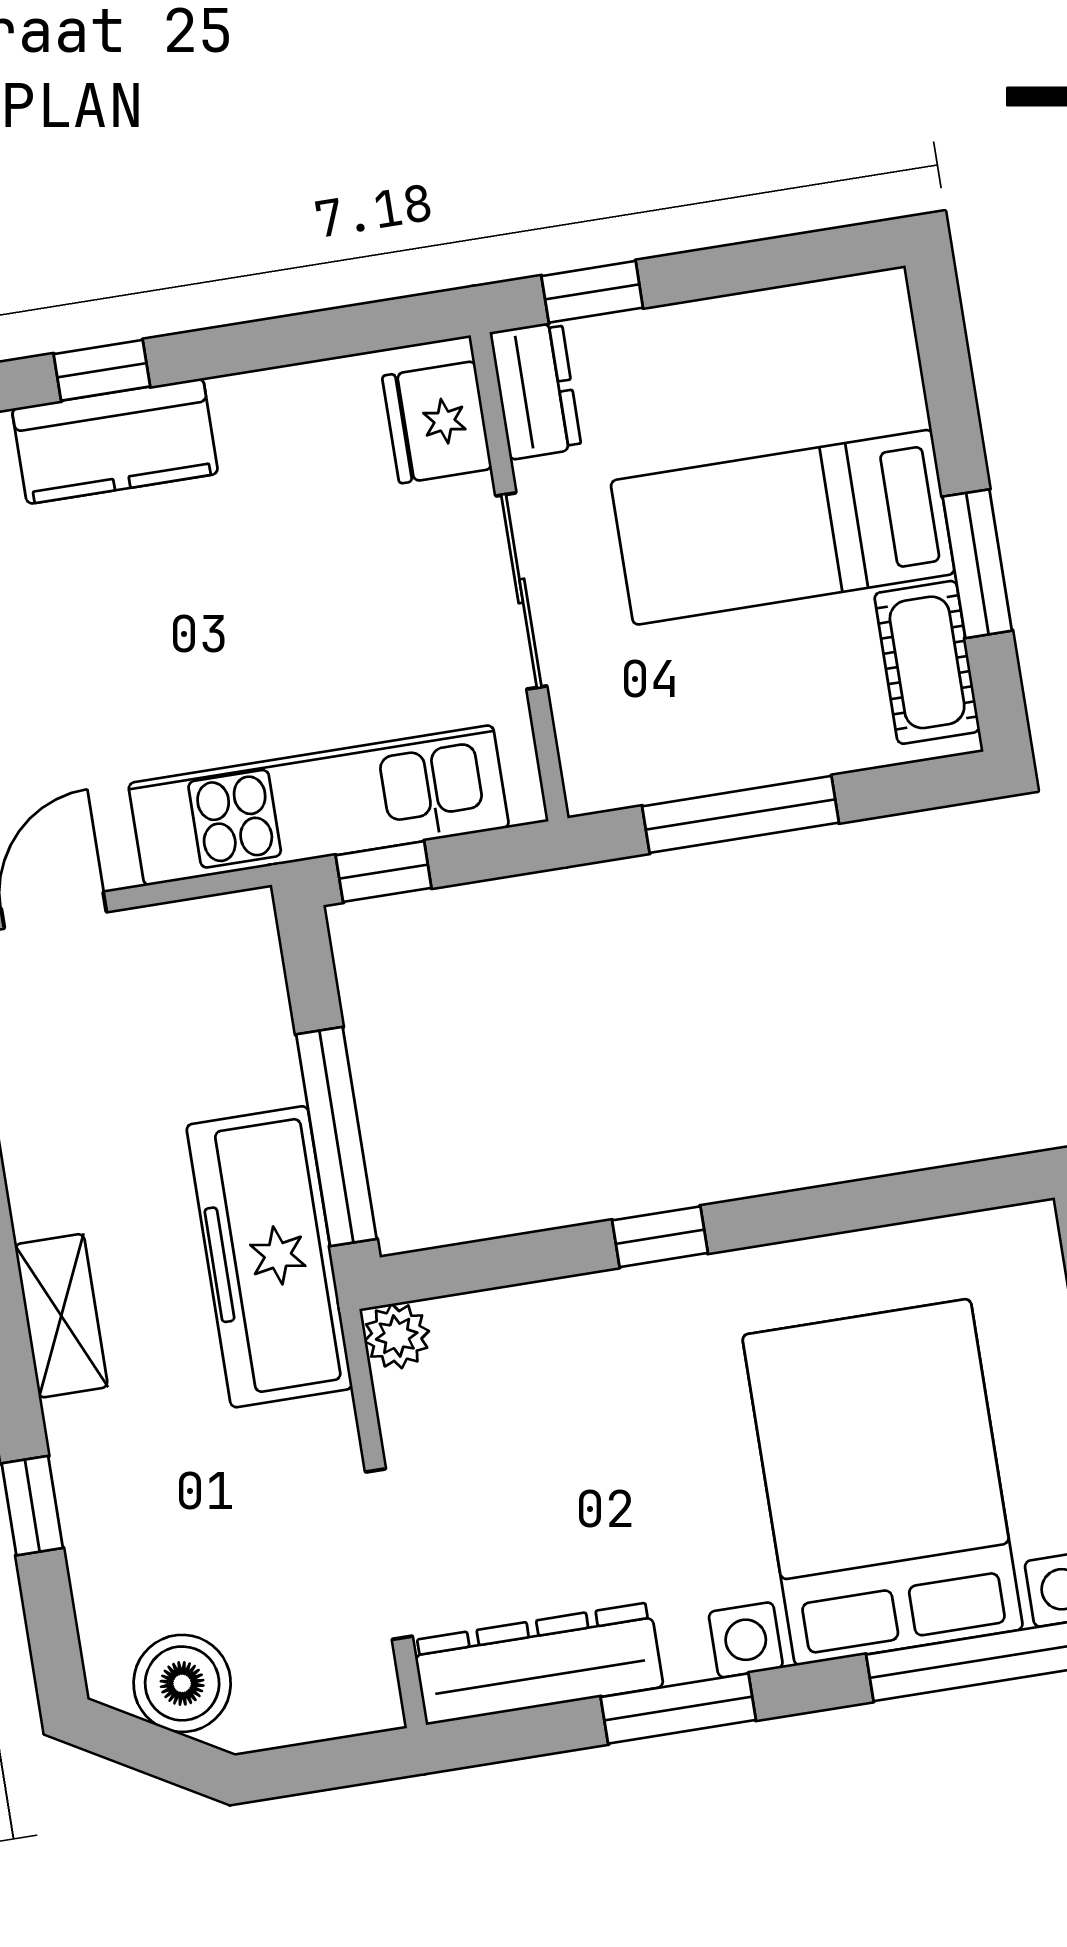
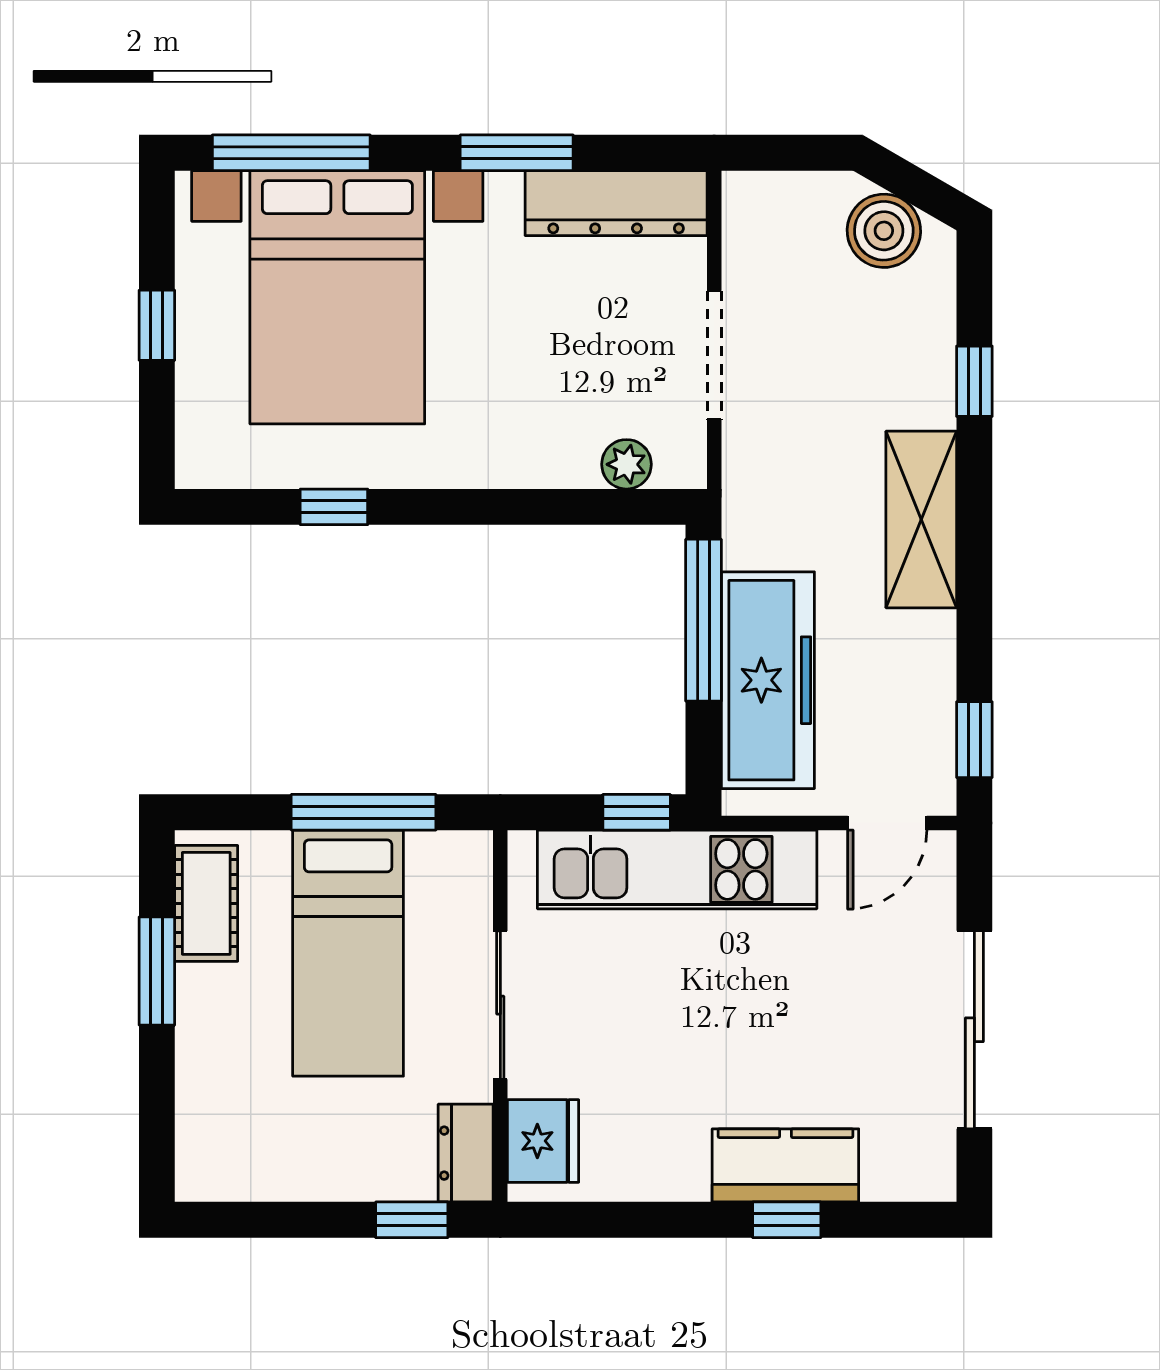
bed: (783, 527) -> (348, 953), moved, turned 90
window: (660, 1237) -> (334, 507), moved
freezer: (269, 1257) -> (768, 680), moved
shelving: (61, 1316) -> (921, 519), width x1.50, depth x1.33
plant: (397, 1336) -> (626, 464), moved
doorway: (389, 1554) -> (714, 355), moved

